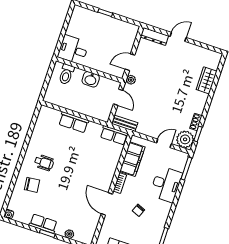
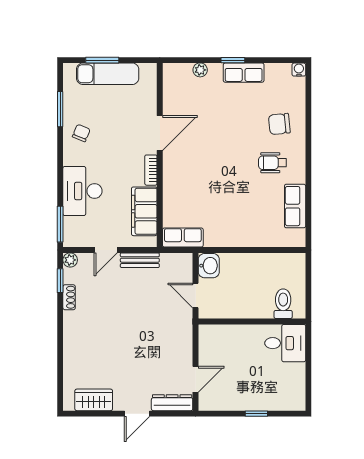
door: (130, 62) -> (196, 379), moved
washbasin: (91, 79) -> (209, 266), moved, turned 90
plant: (131, 80) -> (185, 327), removed
wardrobe: (207, 80) -> (94, 400), moved, turned -90
row of seats: (74, 122) -> (295, 206), moved, turned -90
bench: (125, 123) -> (140, 260), moved
plant: (185, 139) -> (70, 260), width x0.53, depth x0.53
door: (107, 204) -> (160, 133), hinge flipped
chair: (138, 210) -> (81, 133), moved

